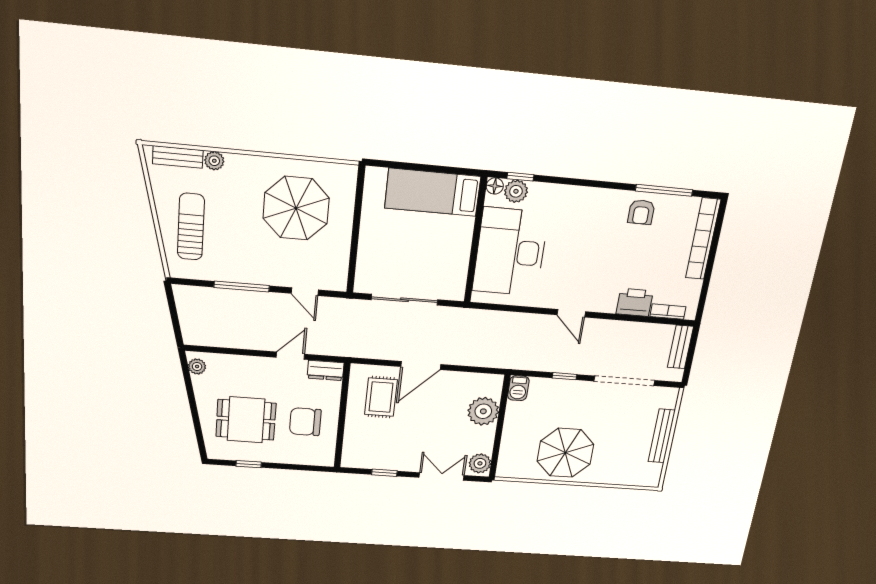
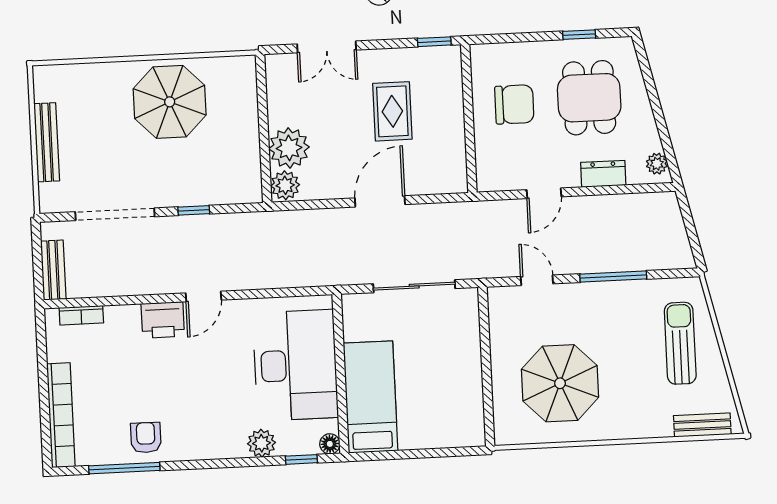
plant: (214, 161) -> (661, 427), removed
plant: (516, 191) -> (261, 443), moved
bed: (433, 192) -> (371, 397), moved, turned -90
sun lounger: (191, 227) -> (680, 343), turned 180
printer: (635, 302) -> (163, 320), moved
door: (571, 313) -> (203, 297), swing flipped
dresser: (326, 370) -> (603, 174), moved
barbecue: (518, 388) -> (250, 186), removed
rug: (381, 397) -> (392, 111), moved
dining table: (246, 420) -> (589, 98), turned 90
plant: (480, 463) -> (285, 185), moved
window: (384, 473) -> (434, 42), moved

